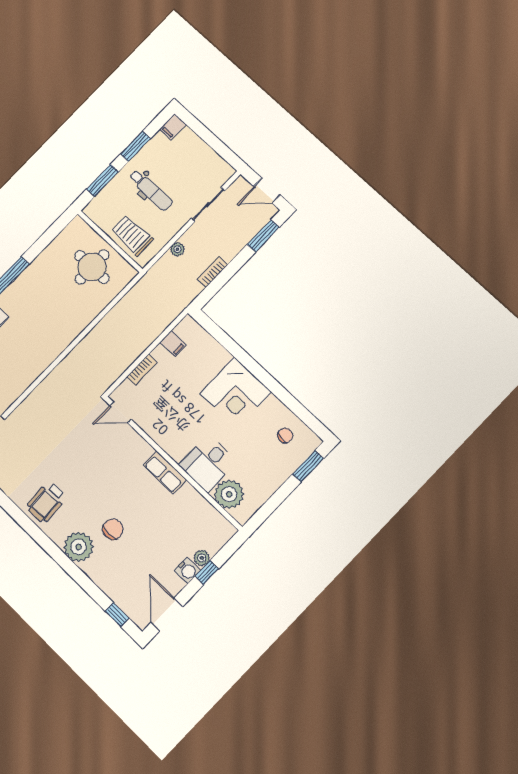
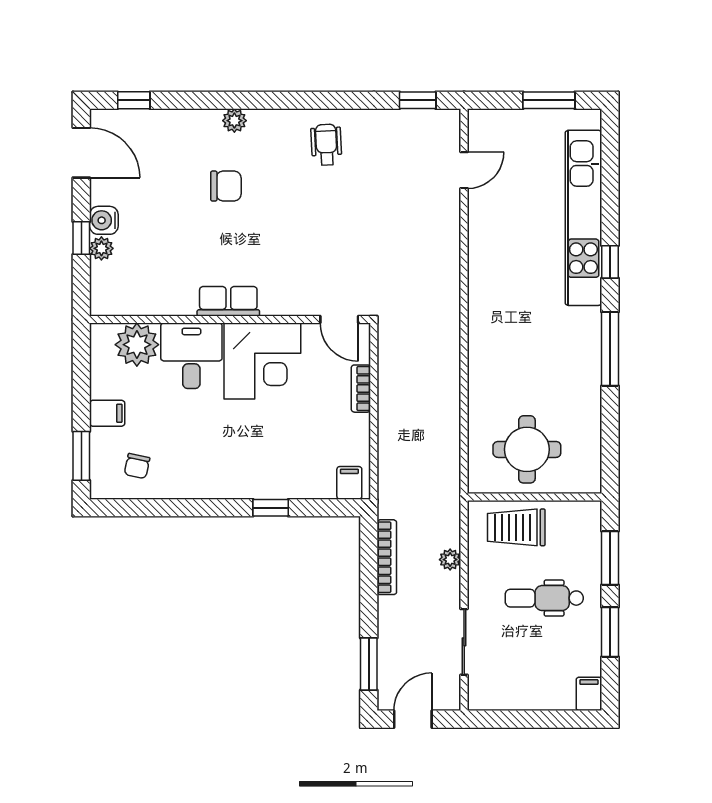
trolley: (132, 235) -> (516, 527), turned 180
bookcase: (212, 272) -> (387, 557), width x1.56
filing cabinet: (173, 344) -> (349, 483), moved, turned 90
window: (239, 354) -> (271, 508), added
corner desk: (235, 393) -> (262, 361), moved, turned 180
door: (121, 412) -> (339, 320), swing flipped
filing cabinet: (275, 475) -> (107, 413), added
wheelchair: (46, 502) -> (326, 145), width x0.73, depth x0.73
chair: (113, 529) -> (226, 186), turned -90
plant: (78, 547) -> (234, 121), width x0.53, depth x0.53

